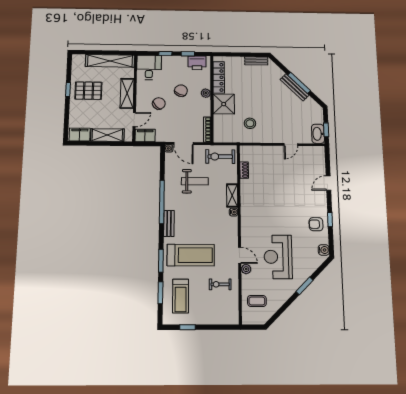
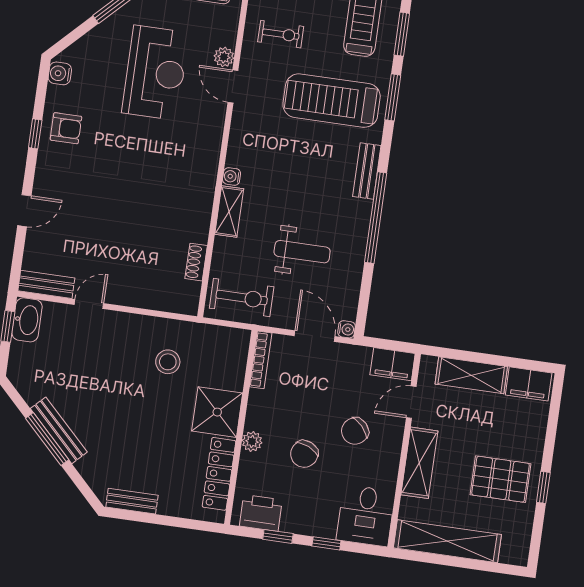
bench: (312, 151) -> (46, 284), added
weight bench: (195, 181) -> (302, 252), turned 180

